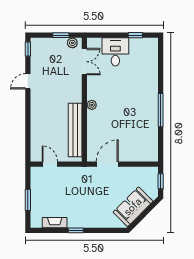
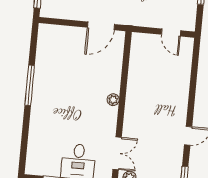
double door: (84, 62) -> (117, 153), swing flipped
bench: (75, 130) -> (136, 71), removed

